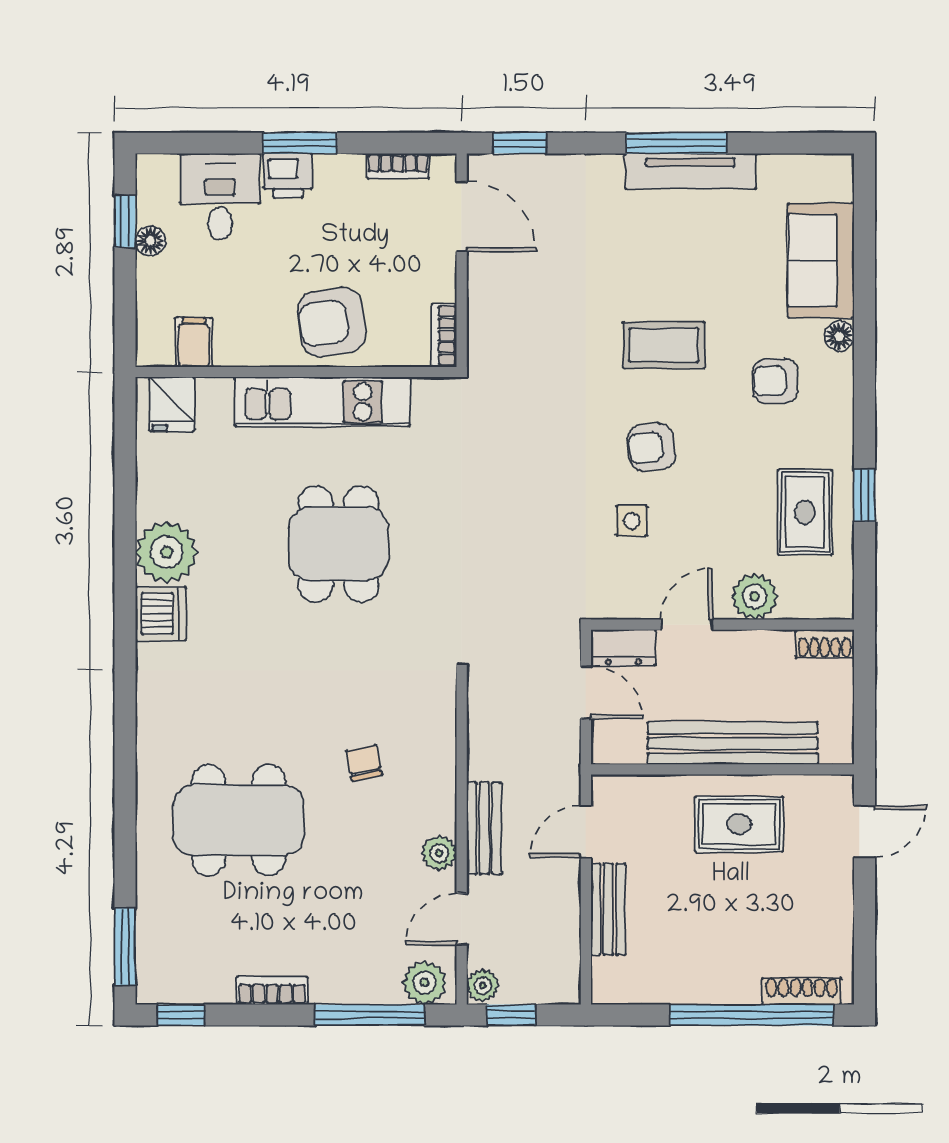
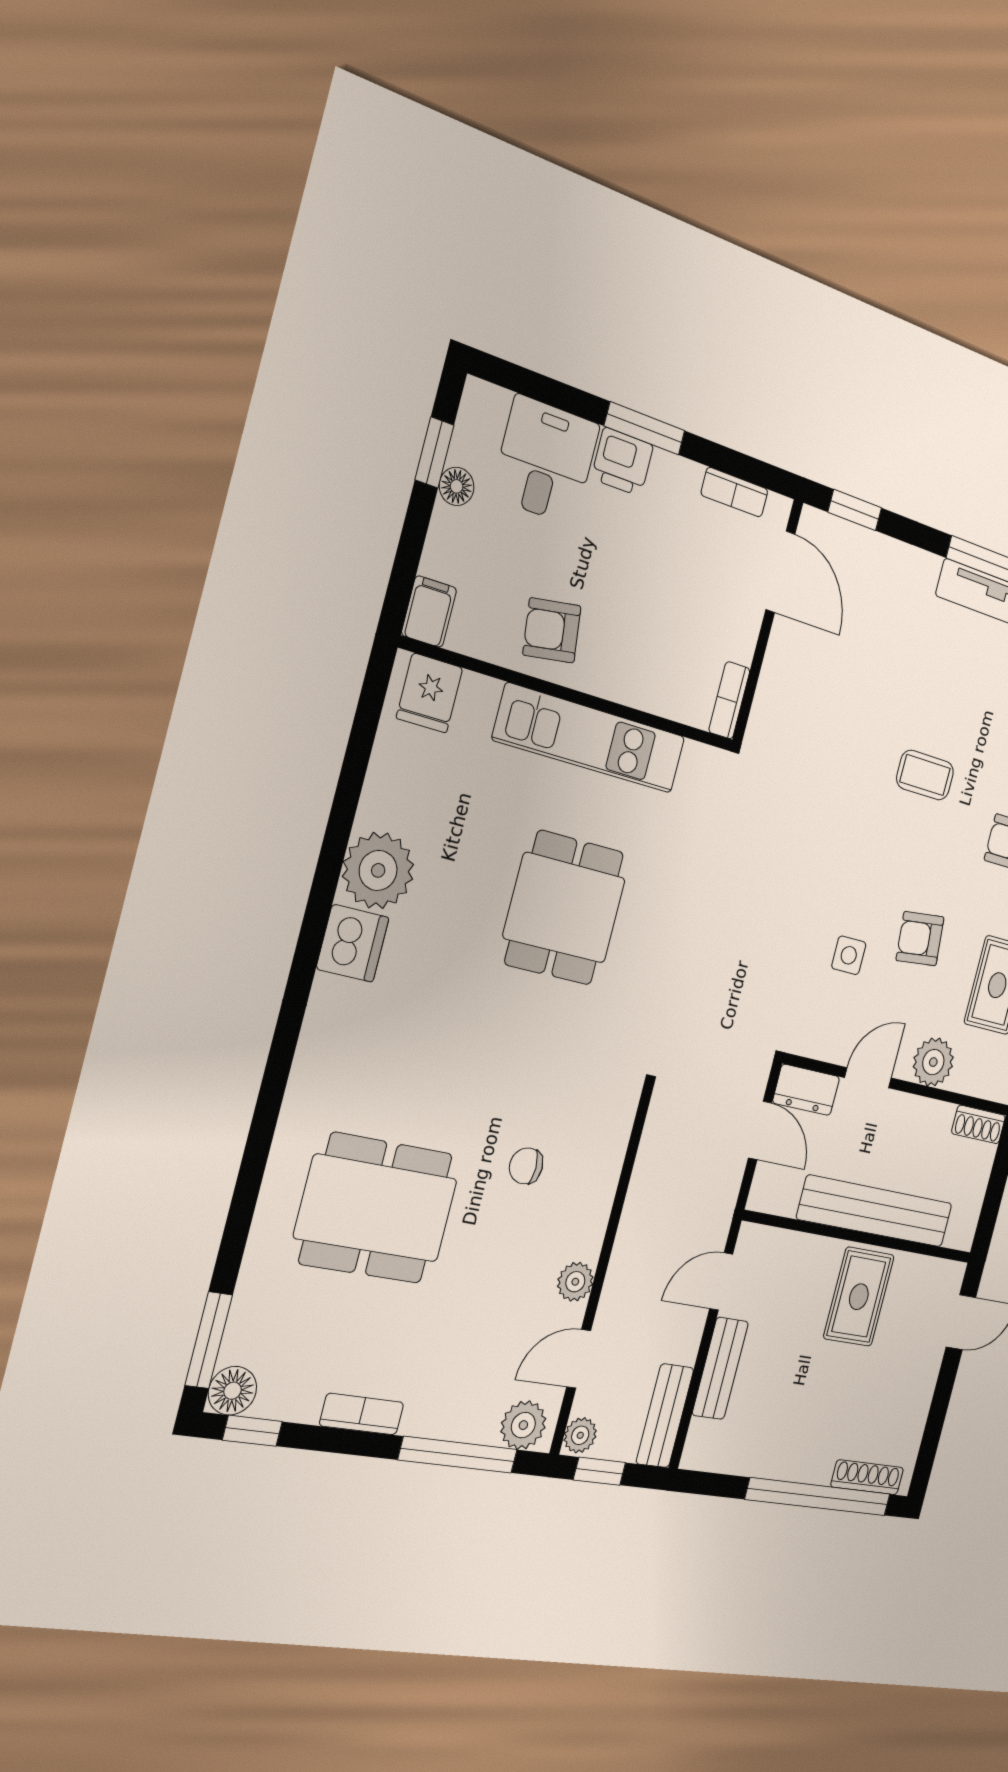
armchair: (331, 322) -> (552, 630), moved, width x0.72, depth x0.72
filing cabinet: (194, 342) -> (429, 612), moved
coffee table: (664, 345) -> (925, 775), width x0.73, depth x0.77
armchair: (651, 447) -> (920, 939), moved
chair: (364, 763) -> (526, 1166), turned -79
rug: (739, 824) -> (859, 1297), turned 90
bench: (484, 828) -> (665, 1416), moved
floor lamp: (155, 985) -> (232, 1391), added

